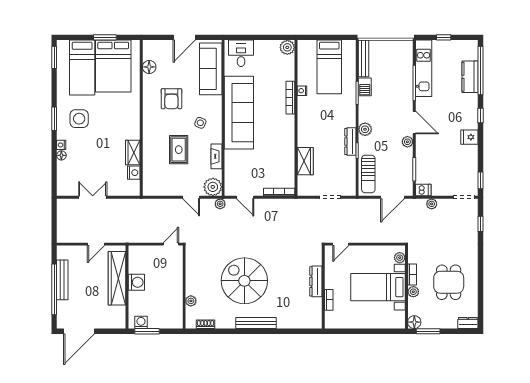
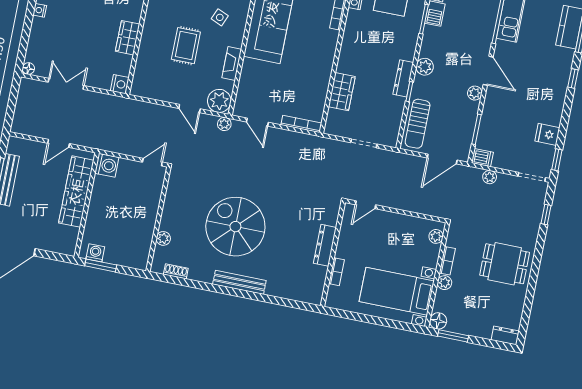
fridge: (469, 137) -> (547, 134), moved
floor lamp: (61, 155) -> (28, 69), moved
nightstand: (134, 173) -> (120, 84), moved
washing machine: (136, 282) -> (107, 165), moved
dining table: (449, 282) -> (505, 264), moved, turned 90
bed with nightstands: (378, 287) -> (397, 291), moved

